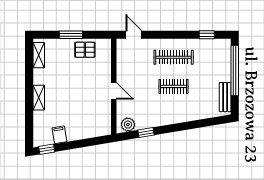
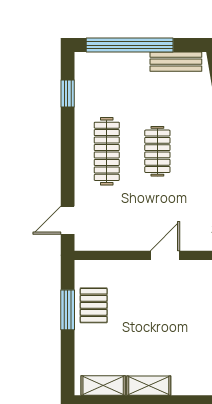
window: (71, 35) -> (68, 310), moved
shelving: (39, 98) -> (149, 386), moved

